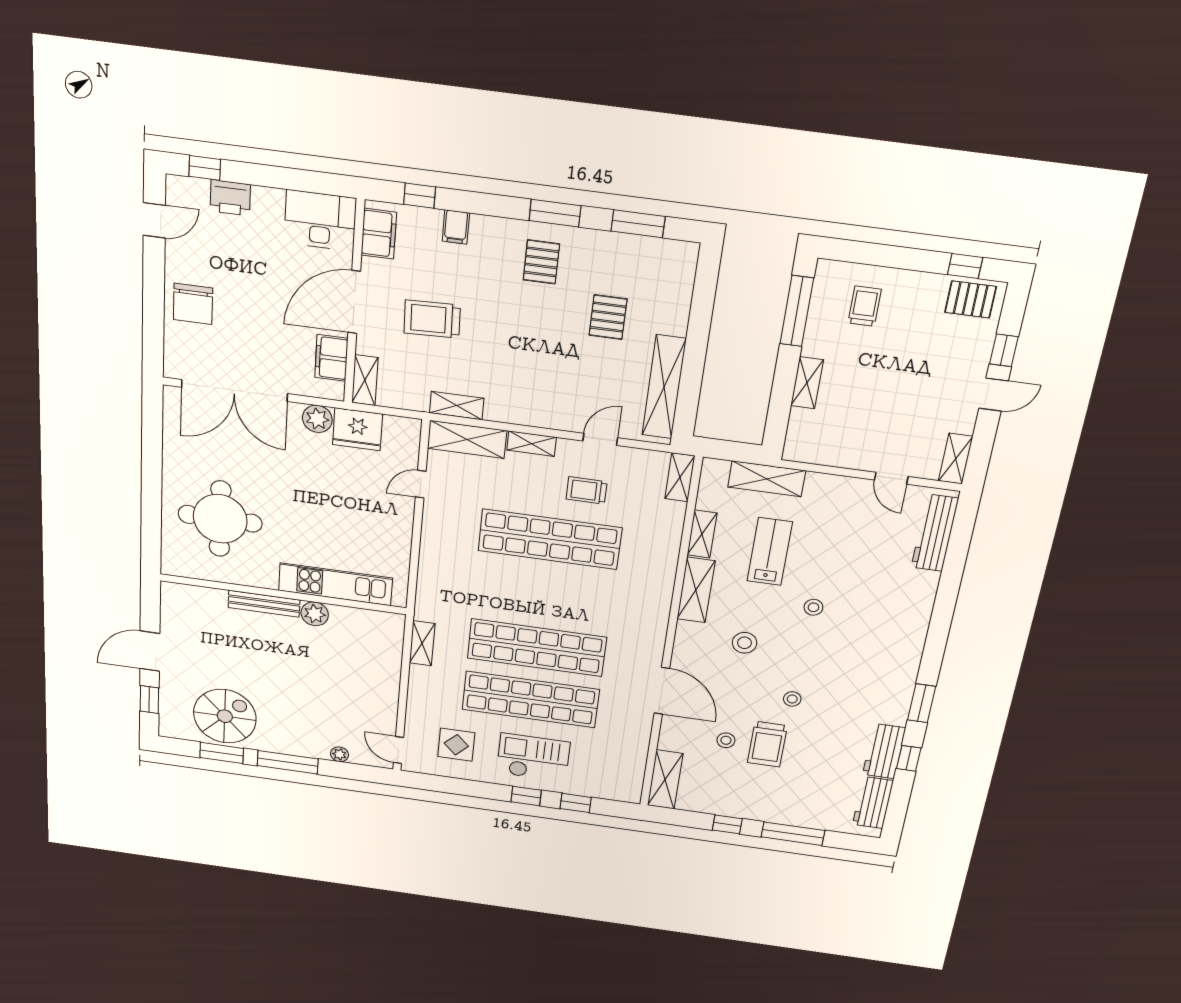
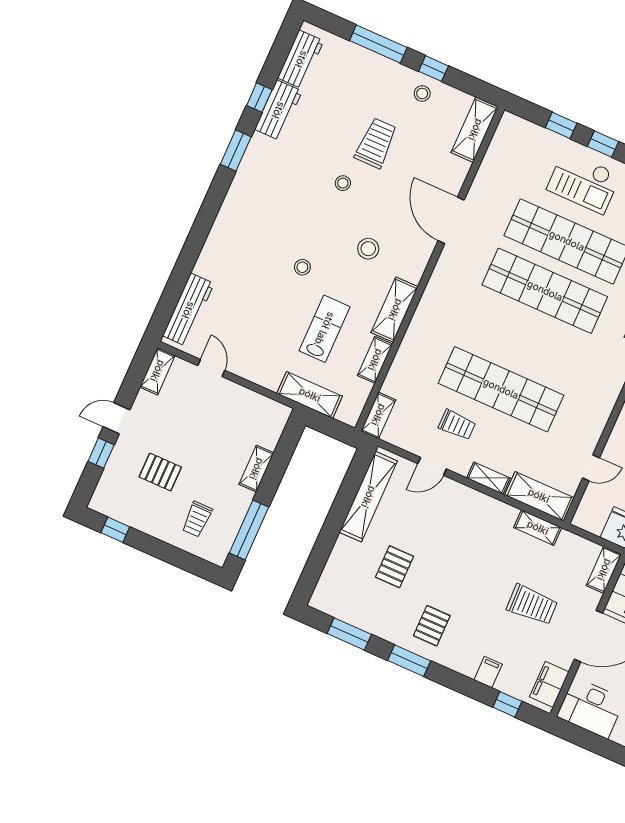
pallet: (971, 299) -> (160, 472), moved
lab bench: (770, 552) -> (324, 329), turned 180
stool: (726, 740) -> (422, 93), moved

